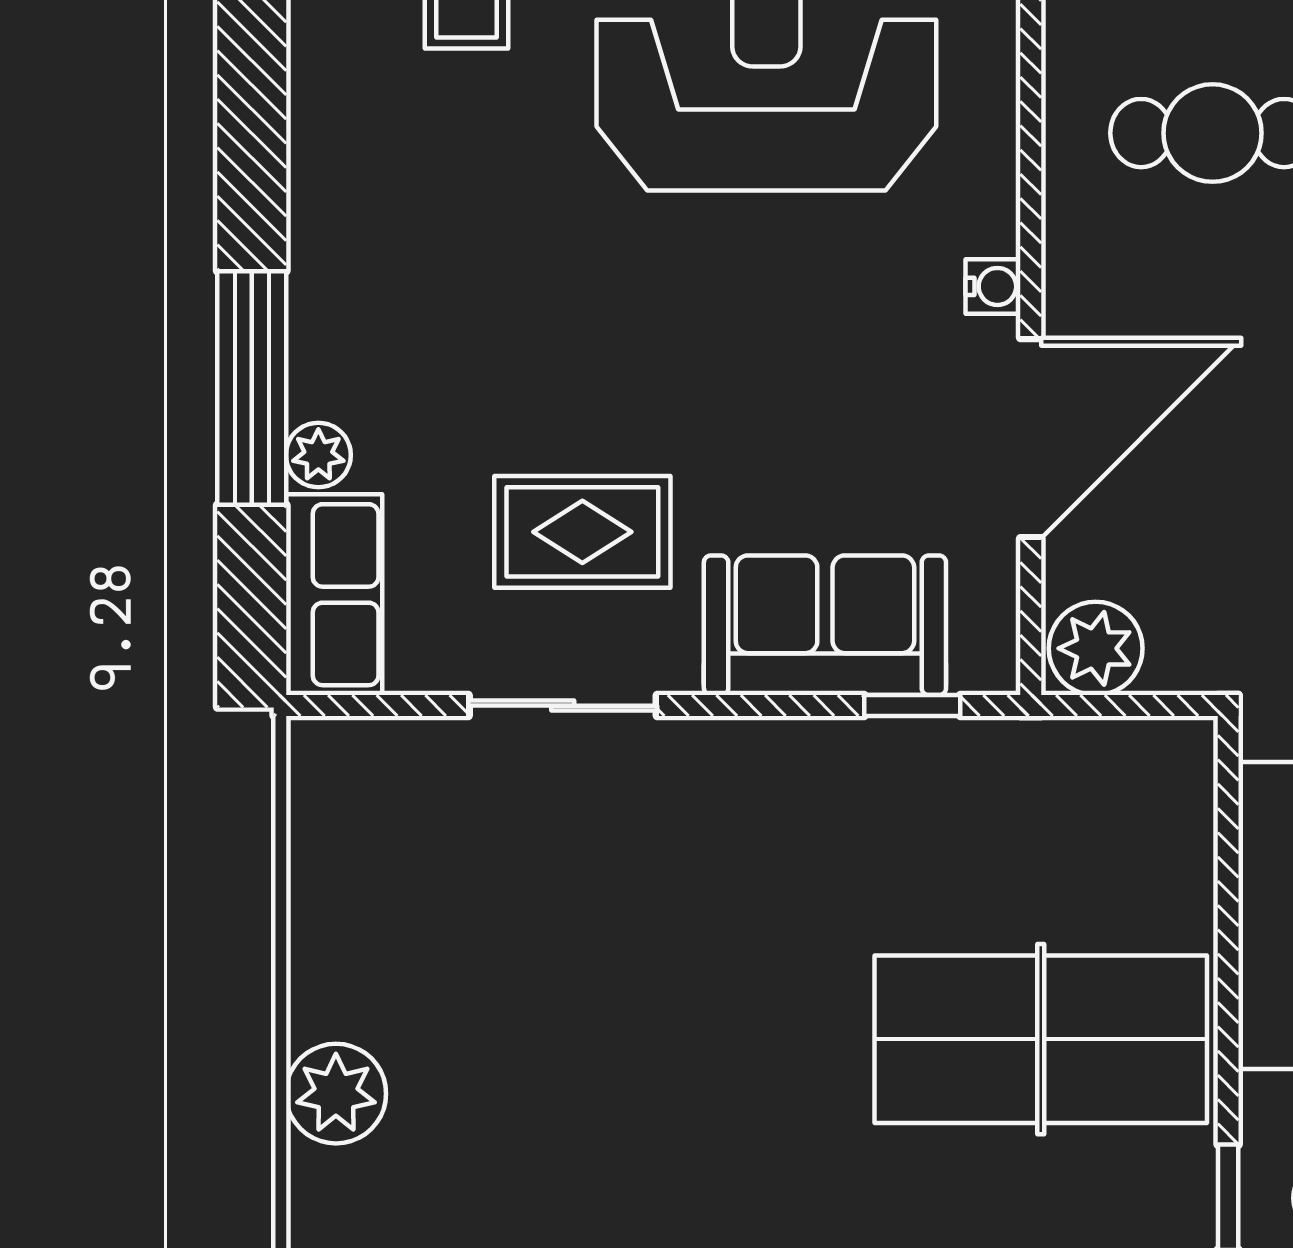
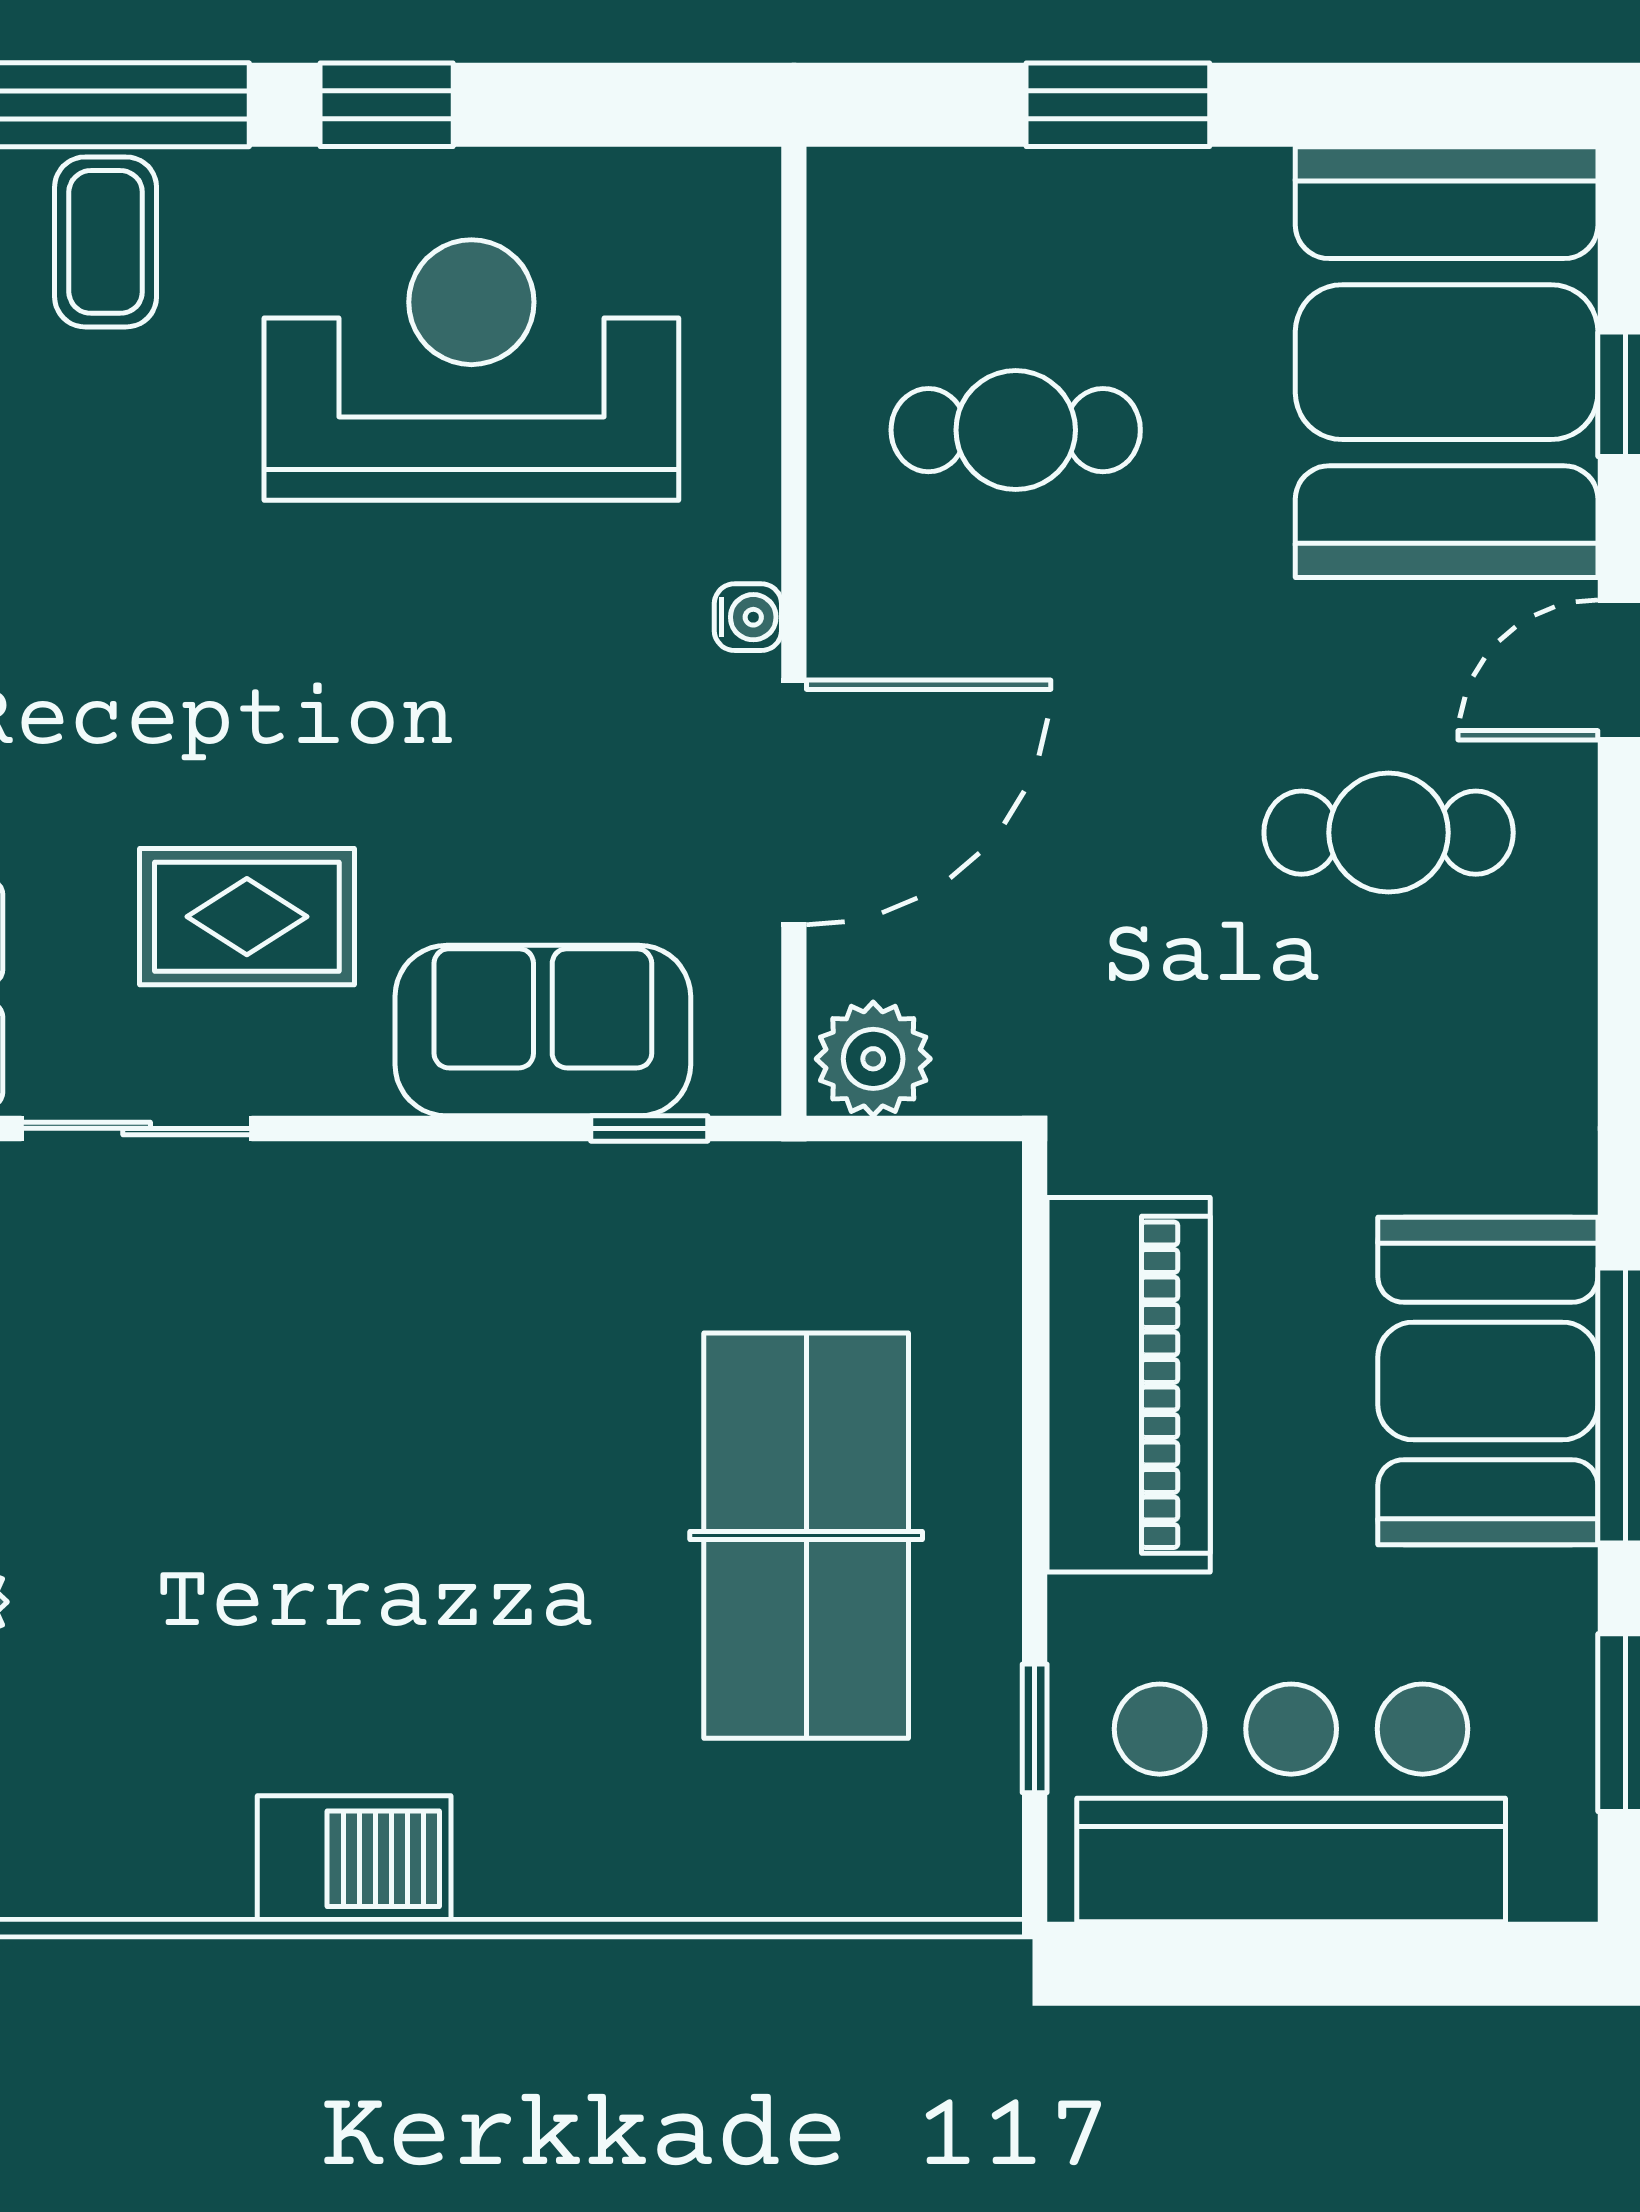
sliding door: (563, 706) -> (137, 1128), moved
table tennis table: (1041, 1039) -> (806, 1536), turned 90

